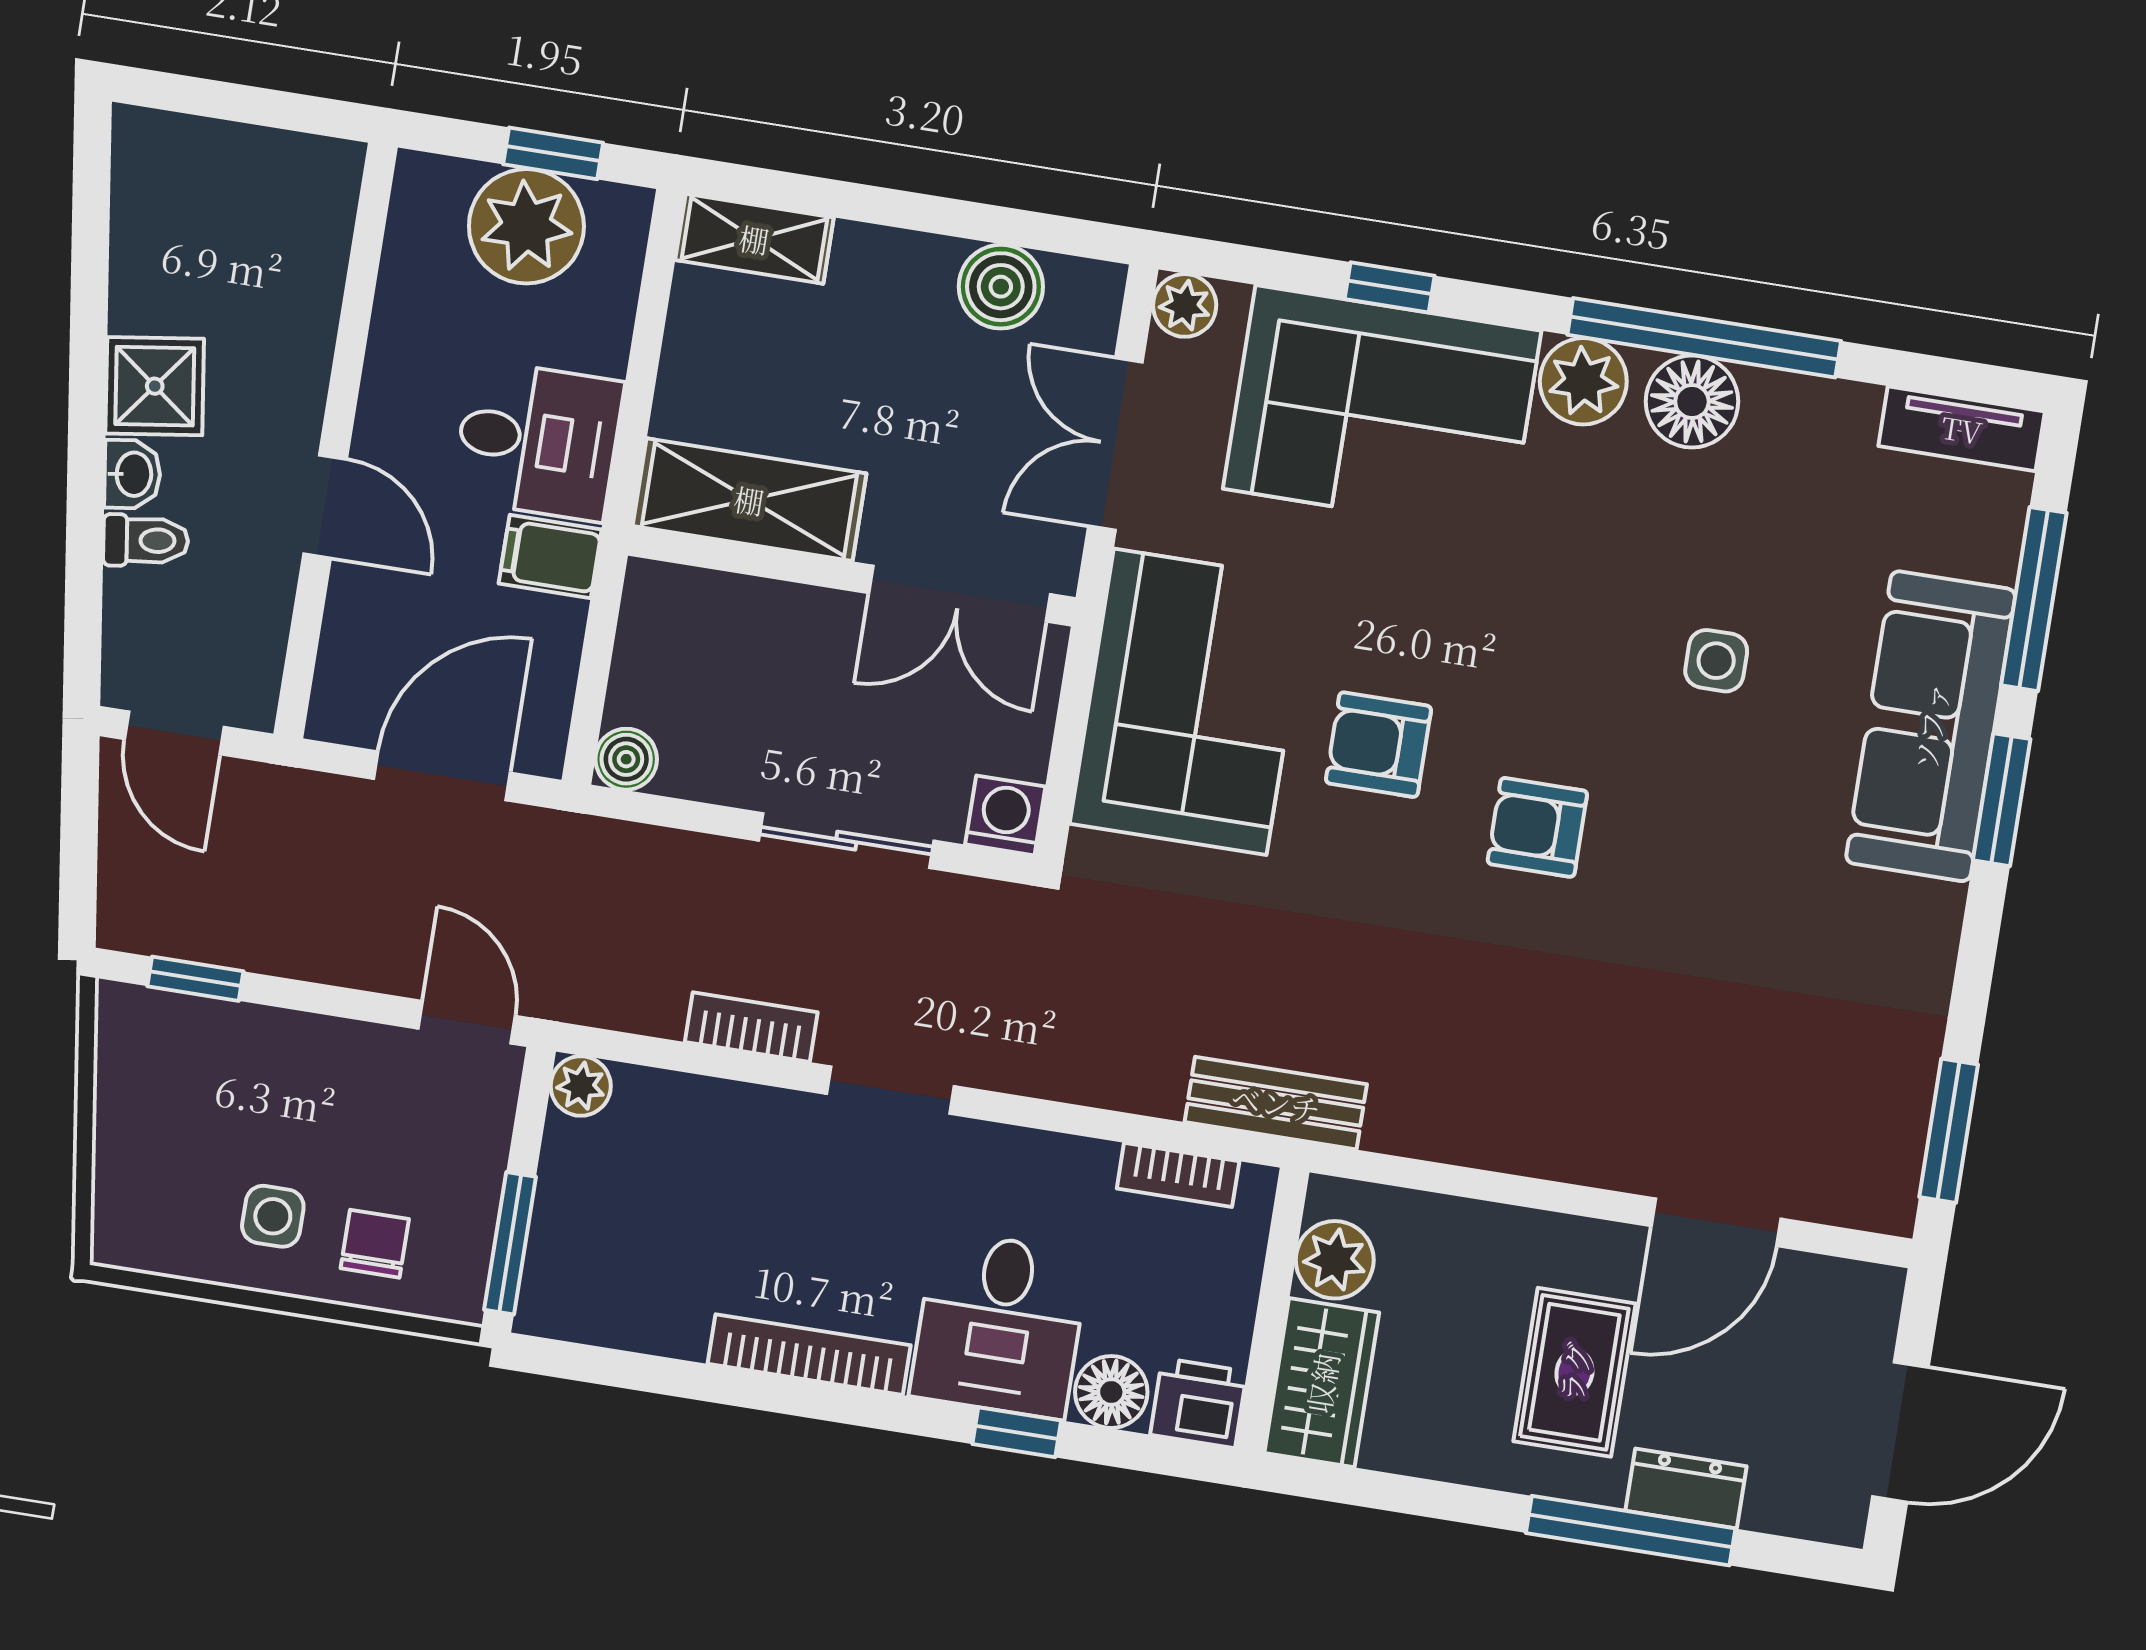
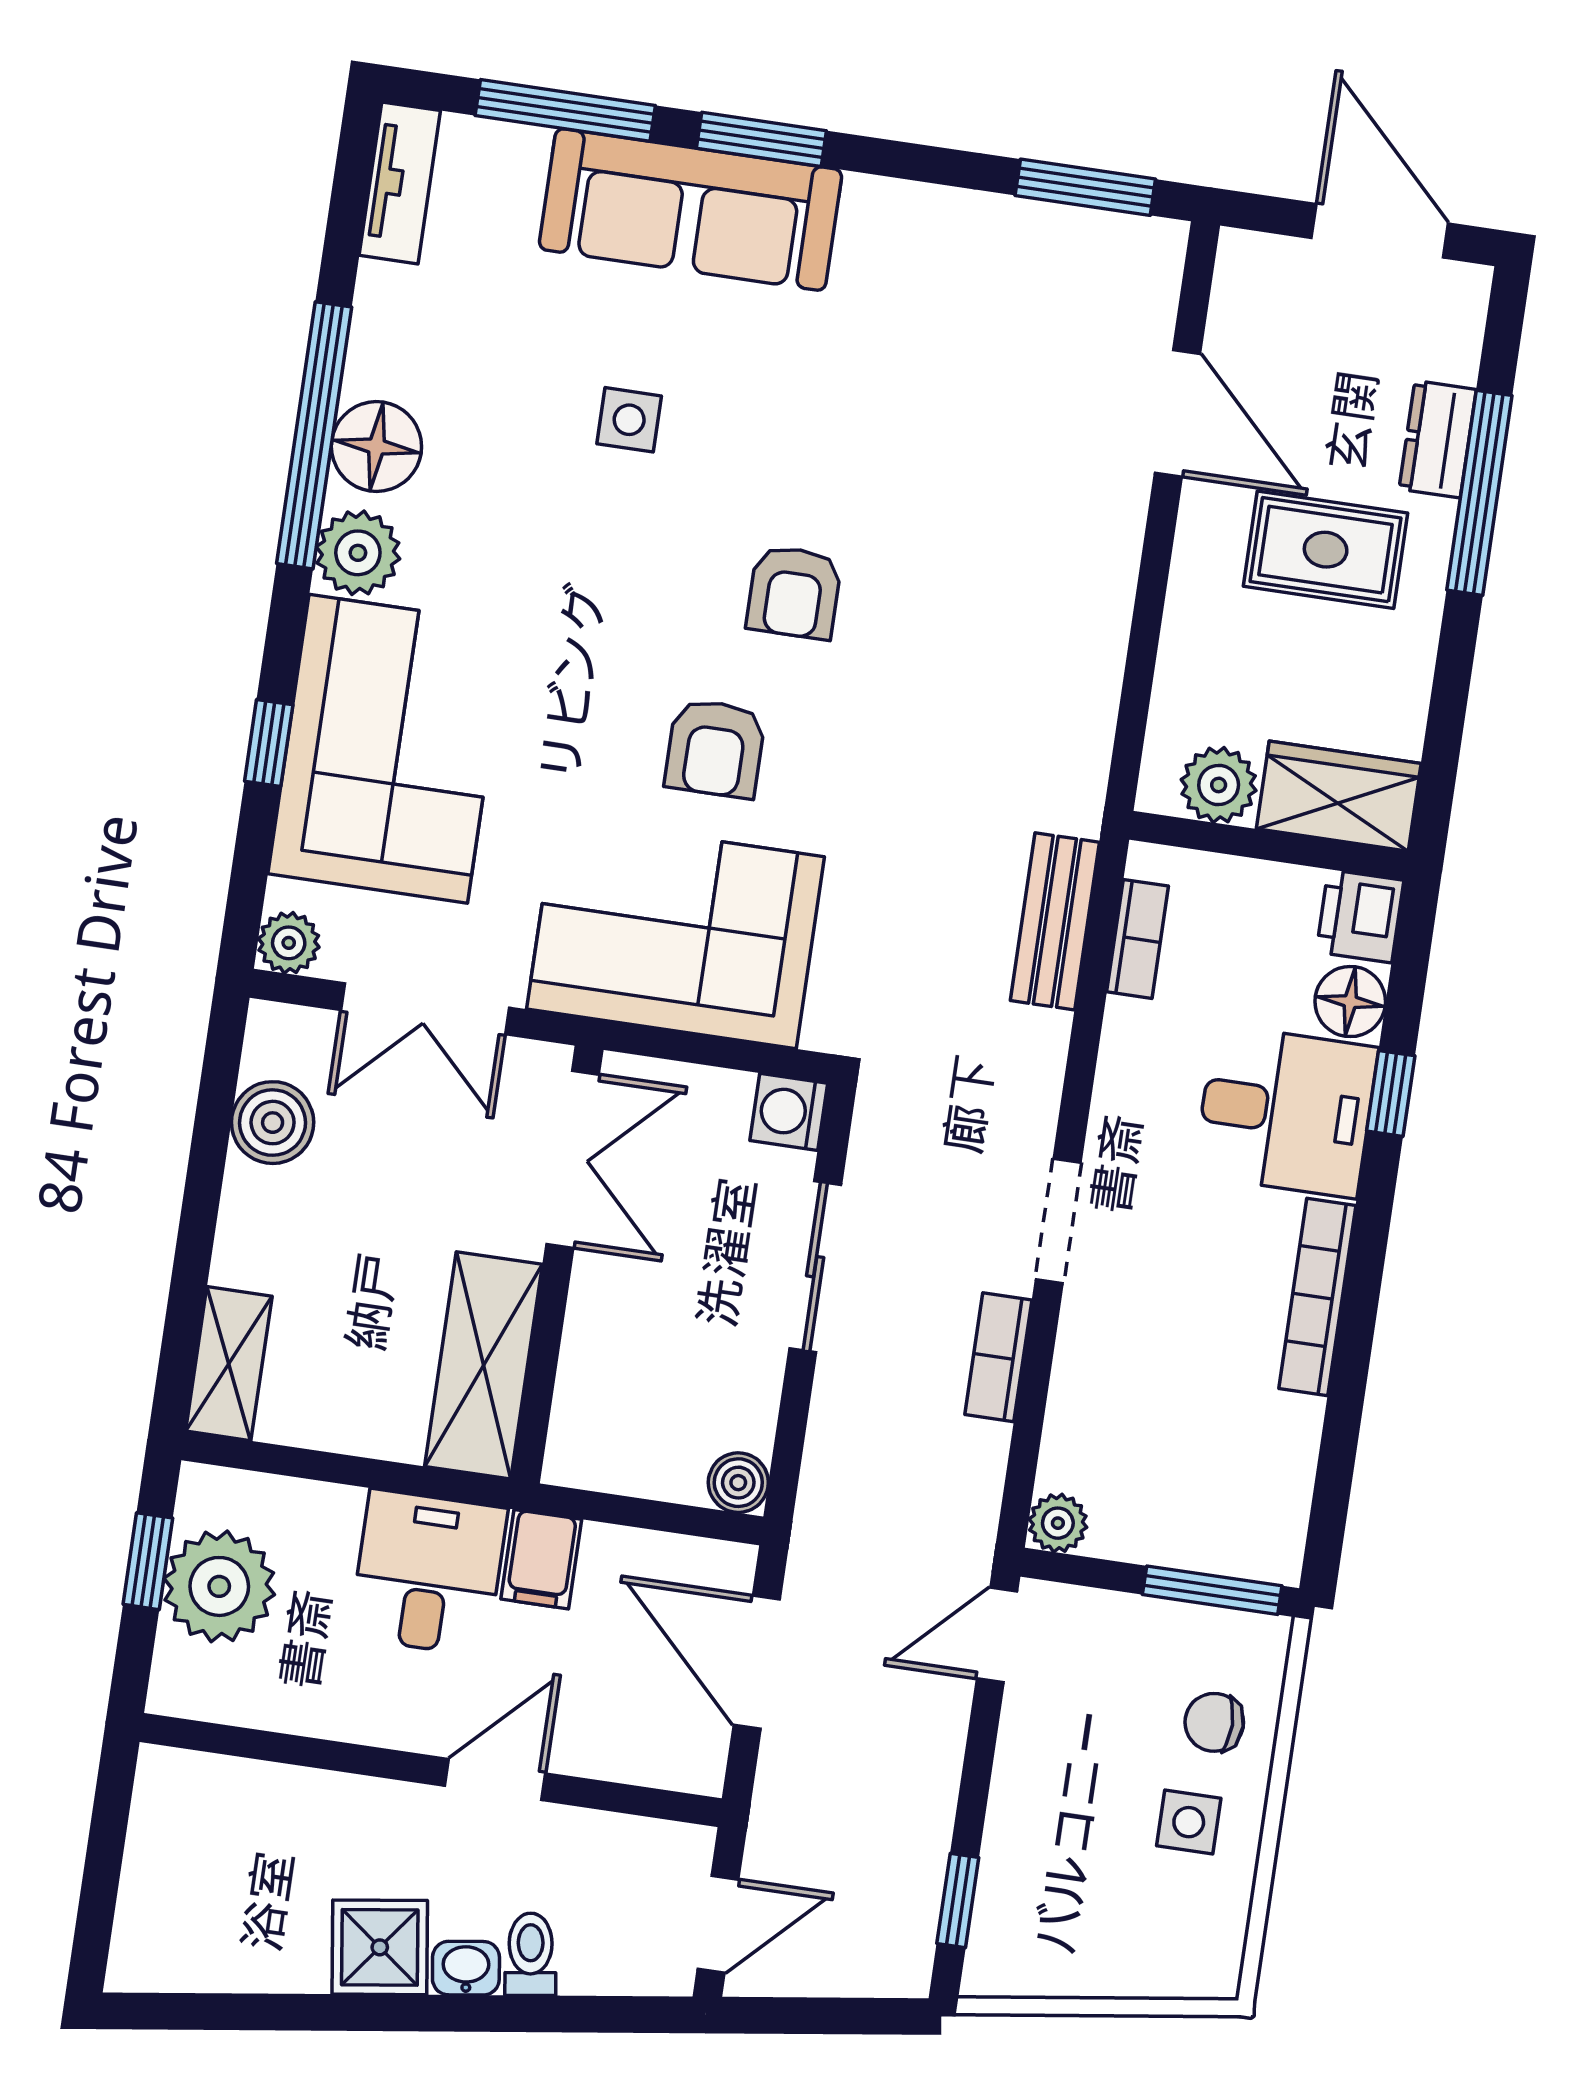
bench: (1276, 1103) -> (1055, 921), moved

